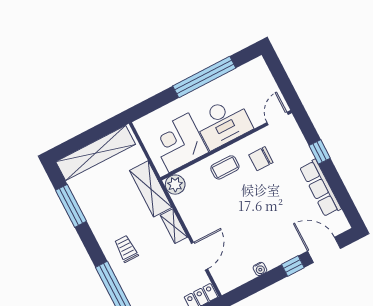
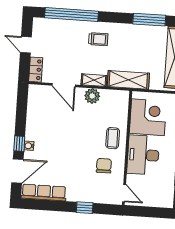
plant: (175, 185) -> (92, 96), moved
row of seats: (320, 188) -> (44, 193), moved
water cooler: (260, 269) -> (29, 146), moved

